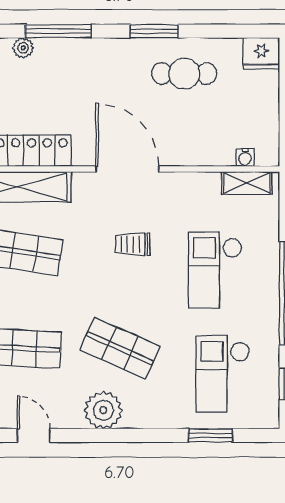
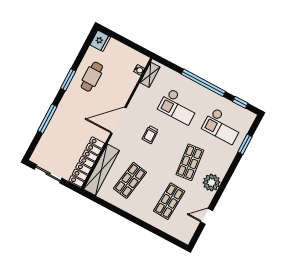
plant: (23, 48) -> (47, 137), removed
shop shelf: (120, 348) -> (190, 162), turned -30

